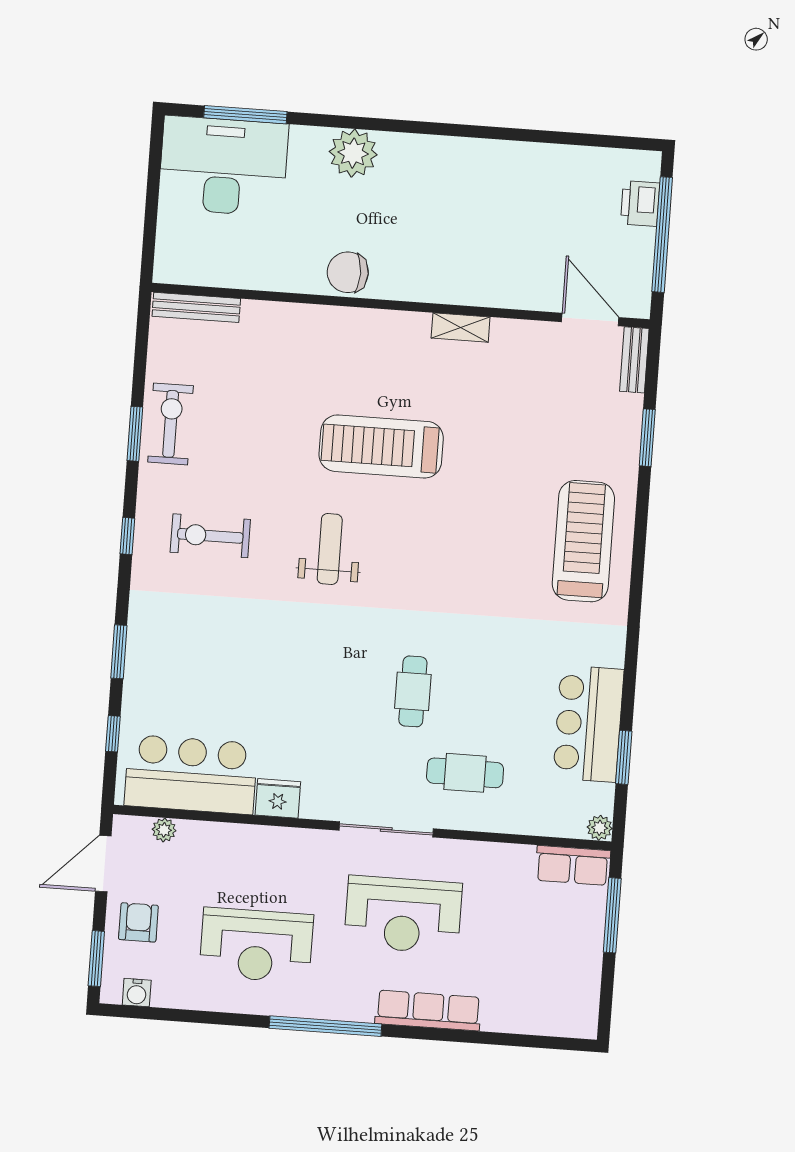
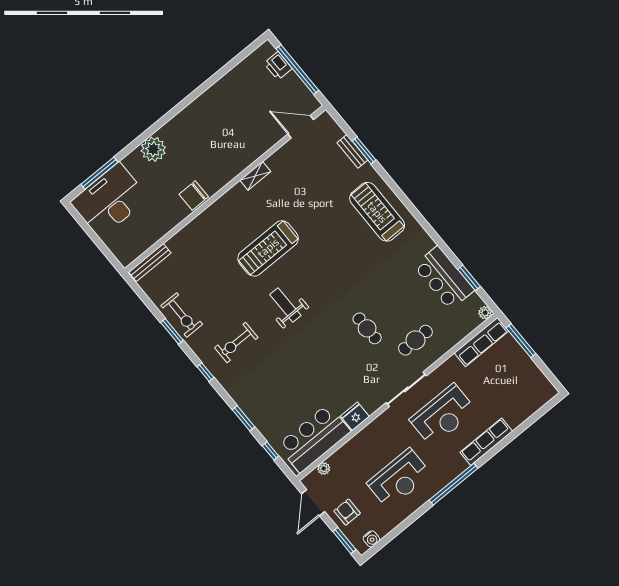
bench: (634, 360) -> (352, 151), moved
exercise bike: (171, 424) -> (182, 315), turned 180
row of seats: (573, 865) -> (482, 342), width x1.48

